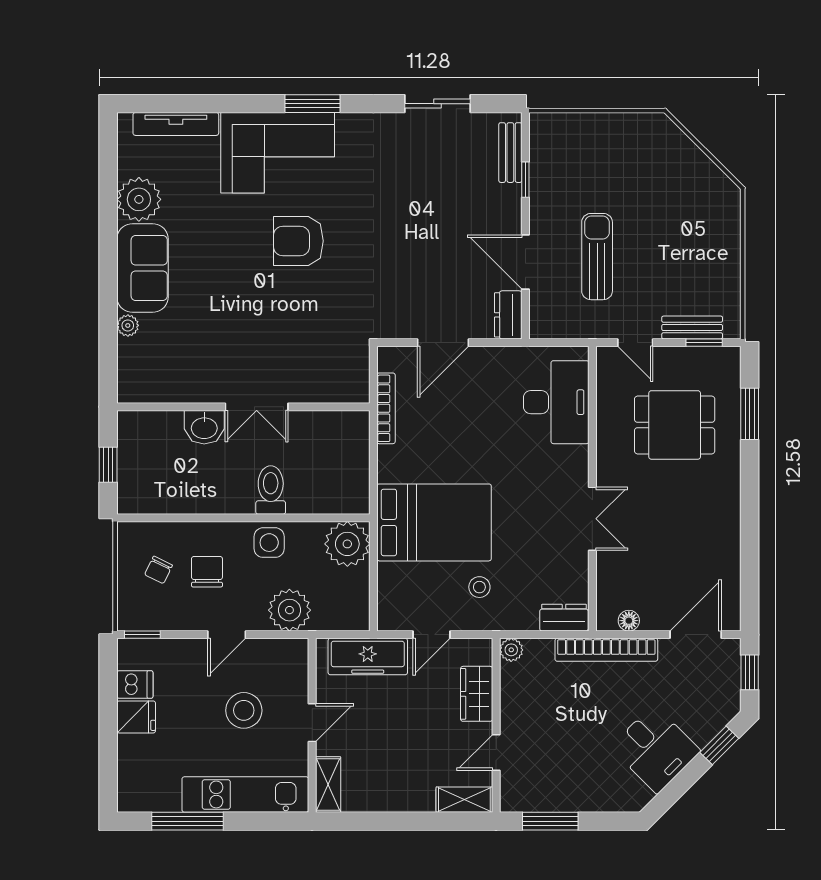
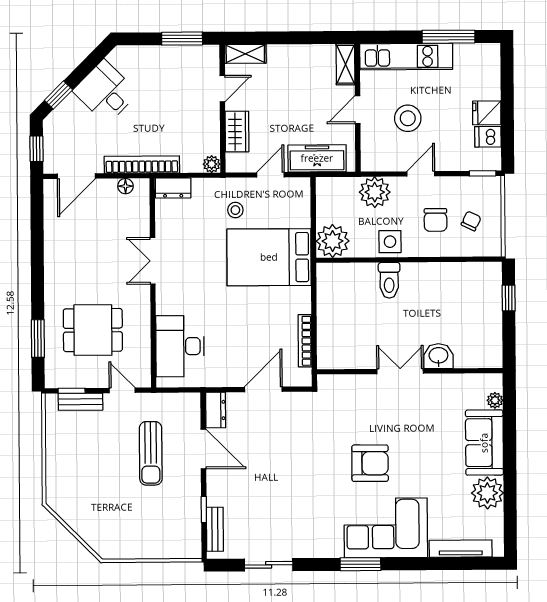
wall: (243, 407) -> (410, 371), moved
double door: (257, 407) -> (400, 371), moved
washbasin: (204, 427) -> (438, 356), moved

